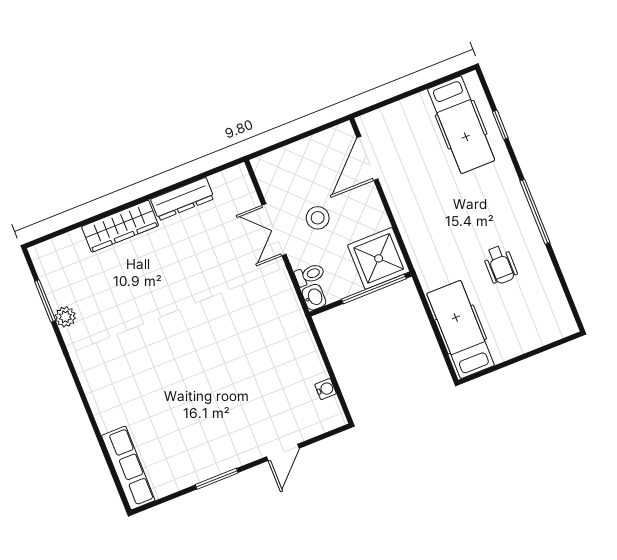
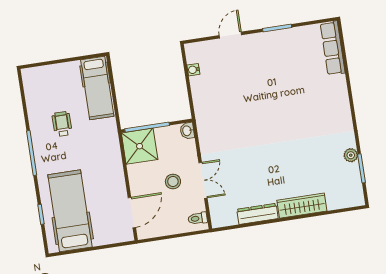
hospital bed: (461, 125) -> (70, 211), width x1.37, depth x1.29
toilet: (310, 275) -> (198, 218), moved

